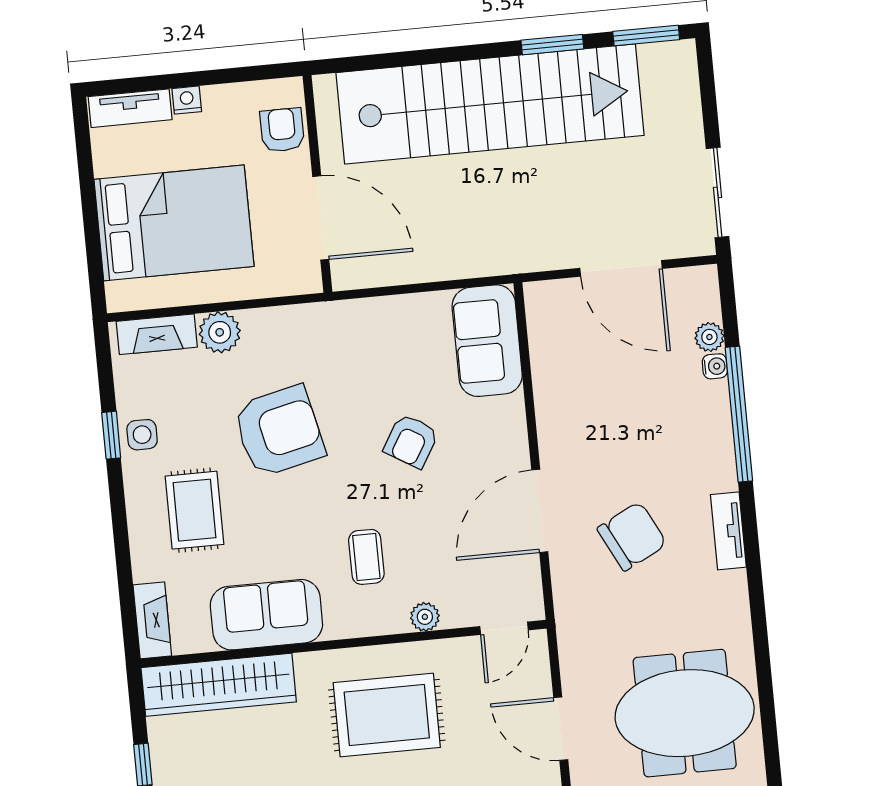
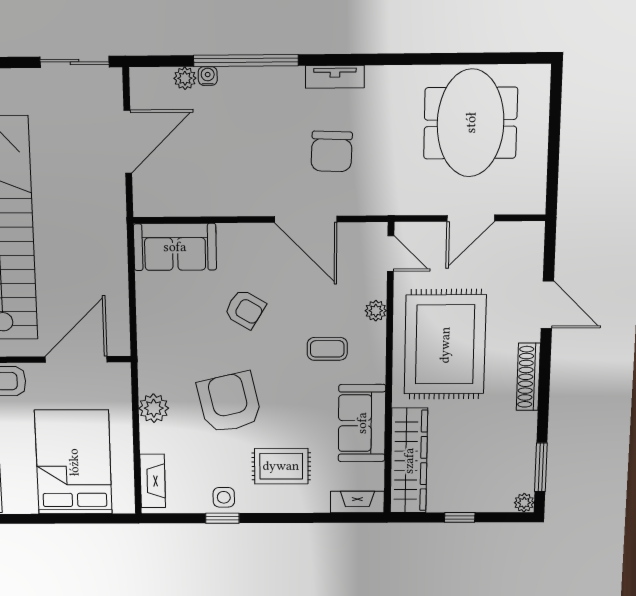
plant: (220, 332) -> (154, 408), moved
chair: (632, 536) -> (332, 151), turned -151
rug: (387, 715) -> (445, 345), width x1.37, depth x1.44

